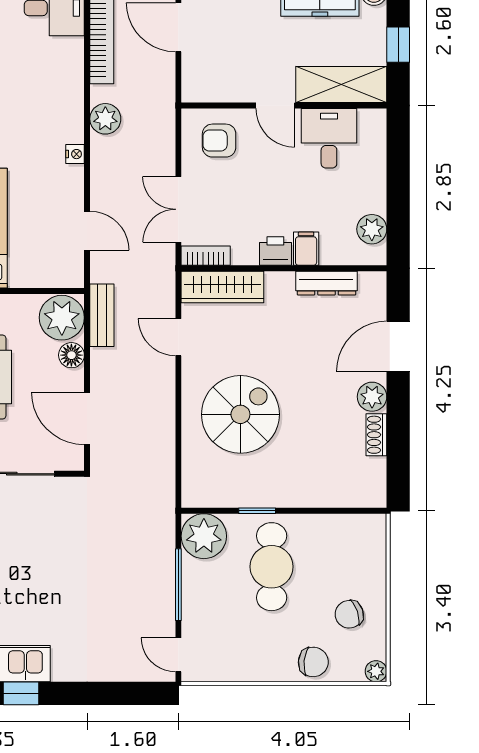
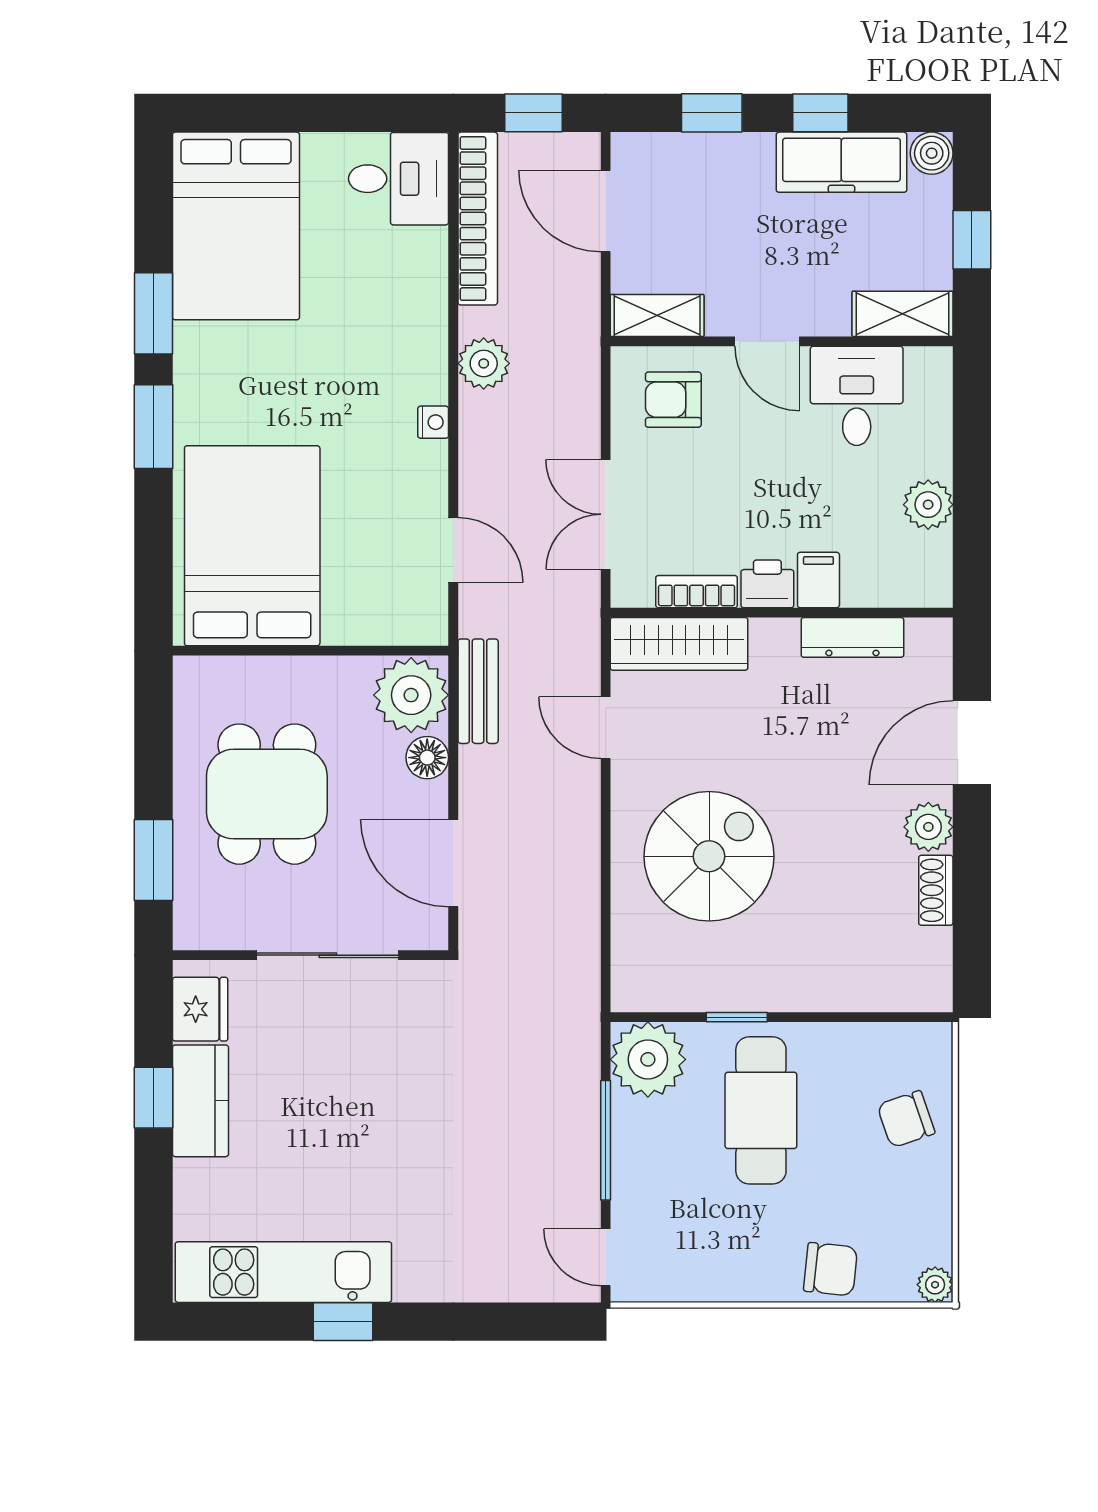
shelving: (341, 85) -> (902, 314), width x0.67, depth x0.75
shelving: (209, 90) -> (657, 316), added
plant: (372, 229) -> (928, 505), moved
bookcase: (206, 256) -> (697, 592), moved
chair: (349, 614) -> (906, 1119), moved

